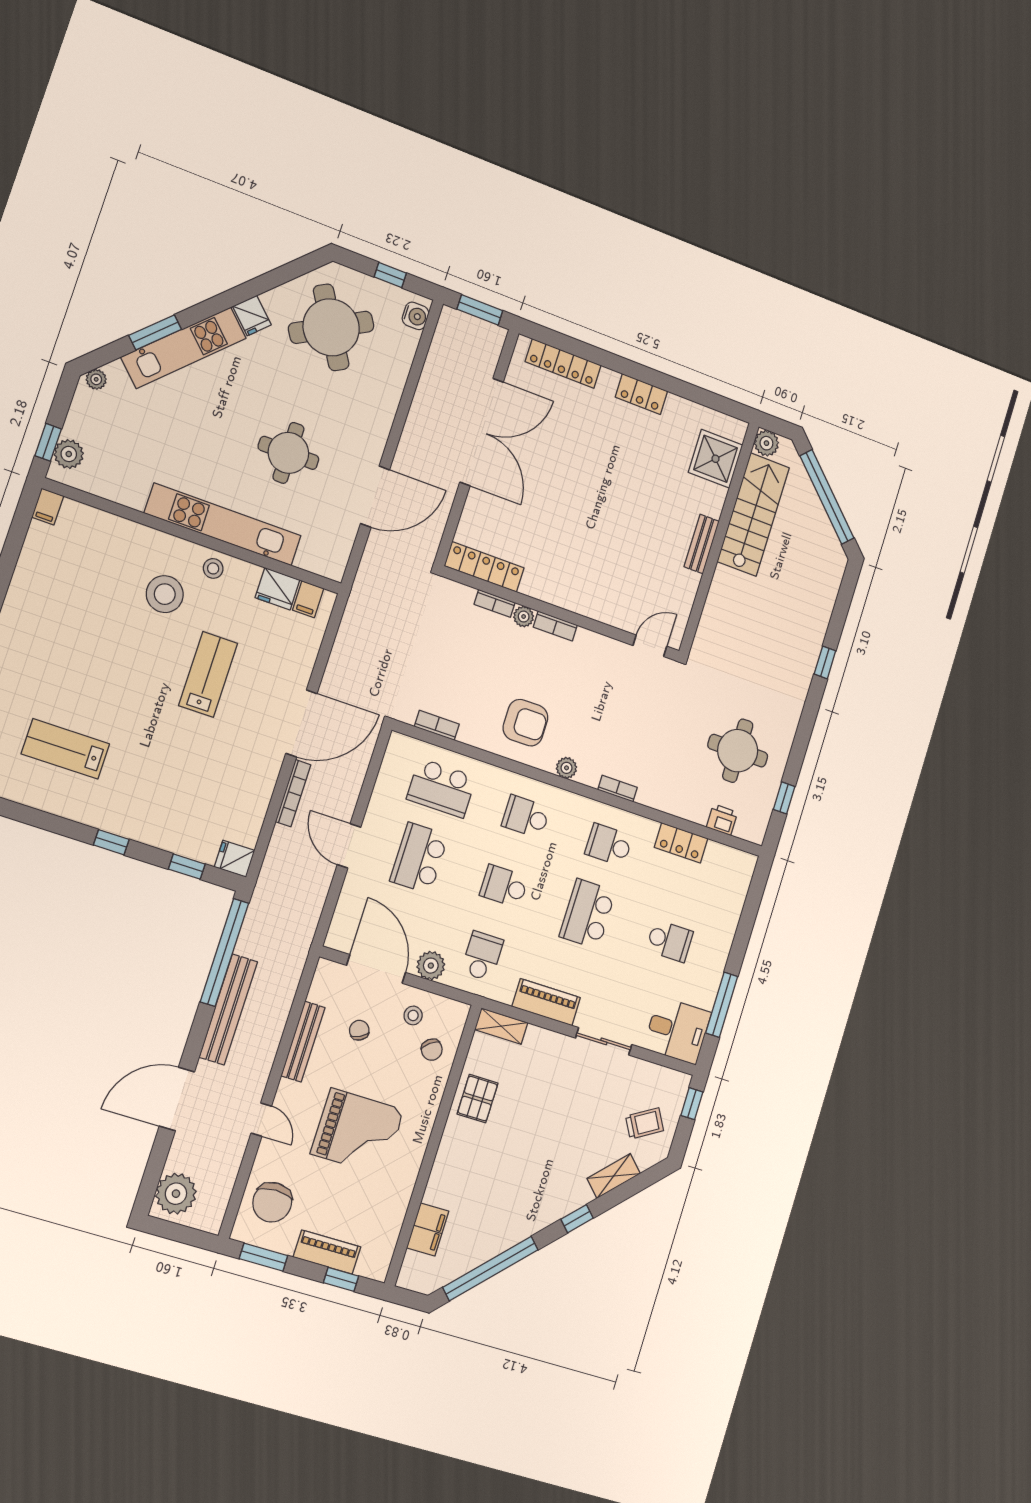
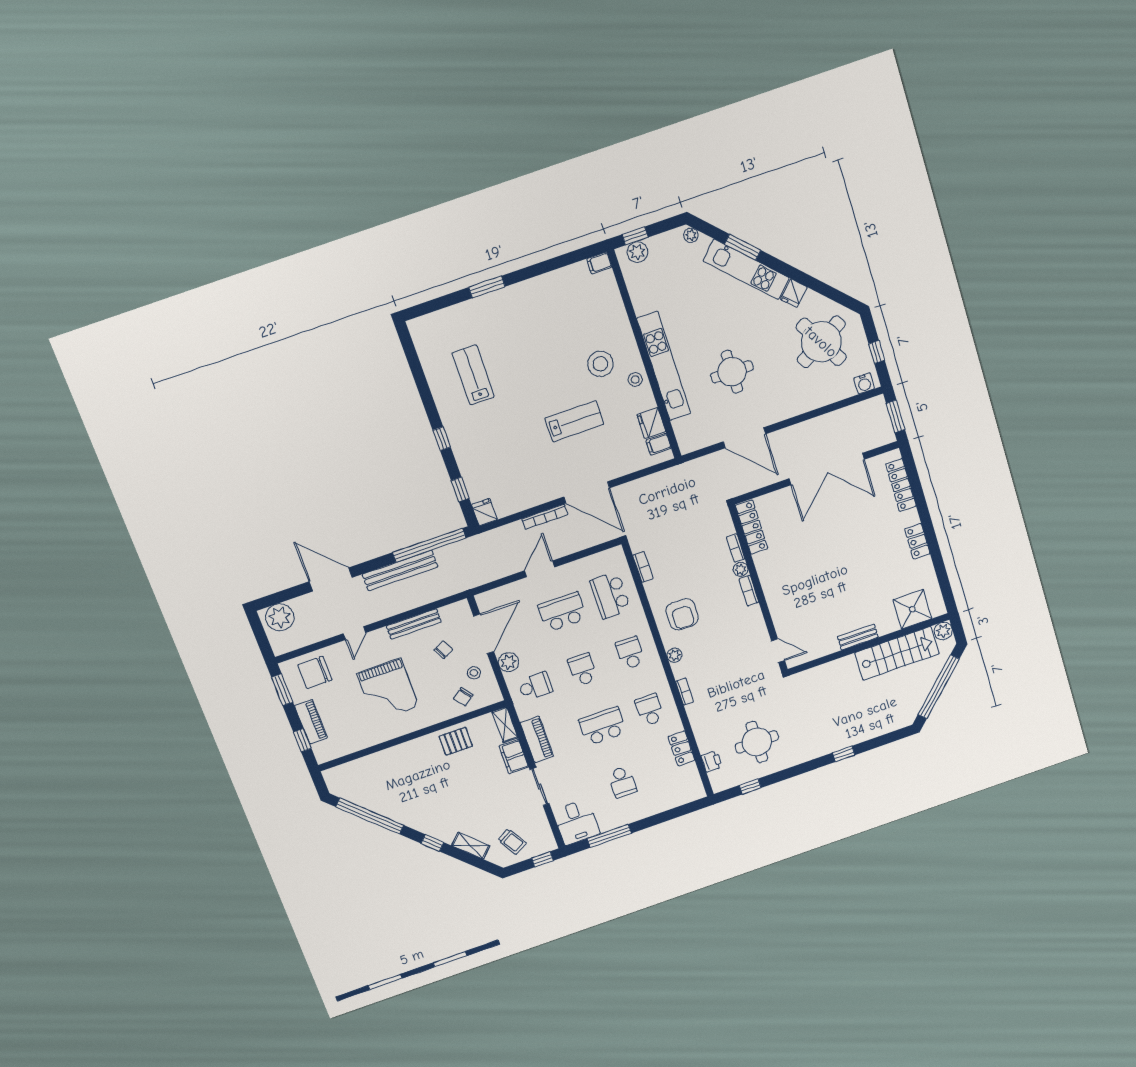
filing cabinet: (428, 1229) -> (514, 757), moved, turned 90

